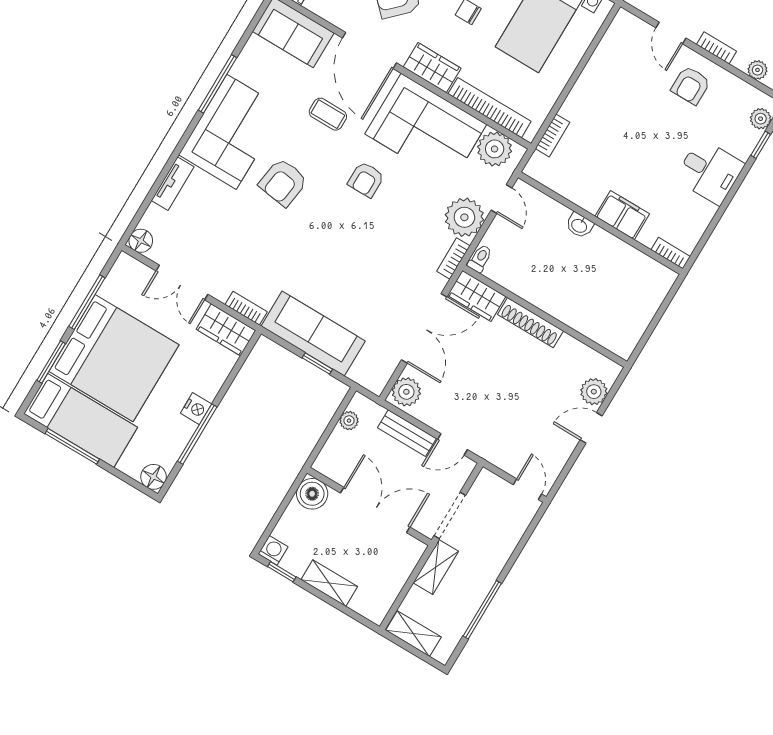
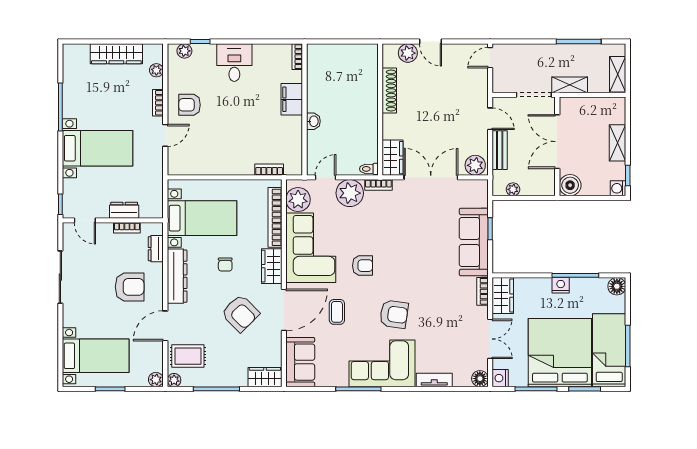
armchair: (691, 85) -> (190, 105), turned 180
nightstand: (126, 266) -> (500, 378), added
shoe rack: (530, 323) -> (389, 90), moved

